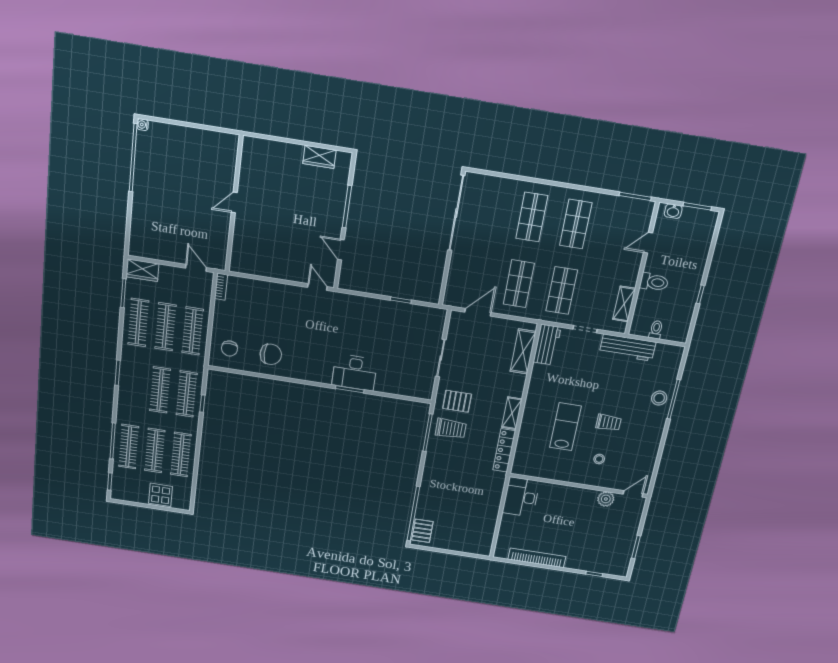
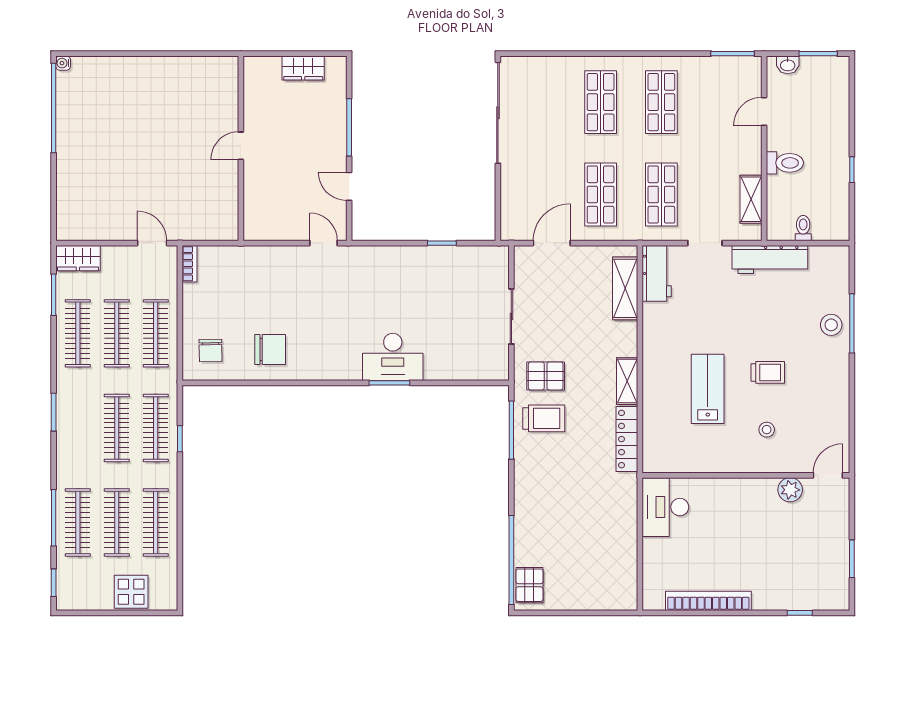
door: (234, 202) -> (241, 146), moved
wall: (234, 204) -> (241, 148), moved

